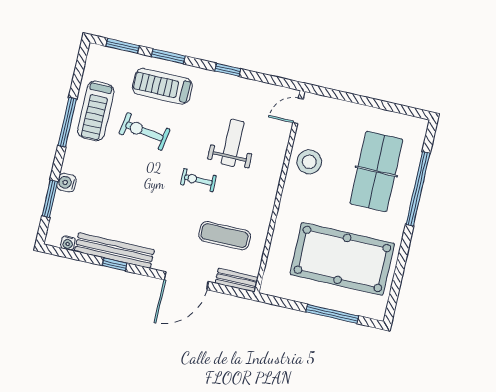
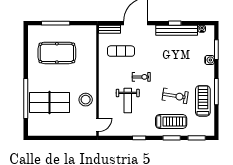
table tennis table: (376, 171) -> (50, 103), turned 90
pool table: (342, 259) -> (57, 53), width x0.73, depth x0.76

